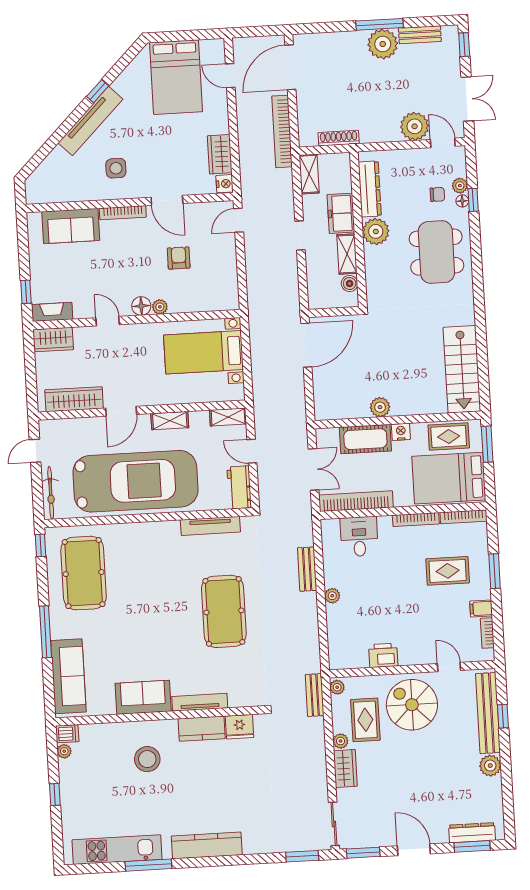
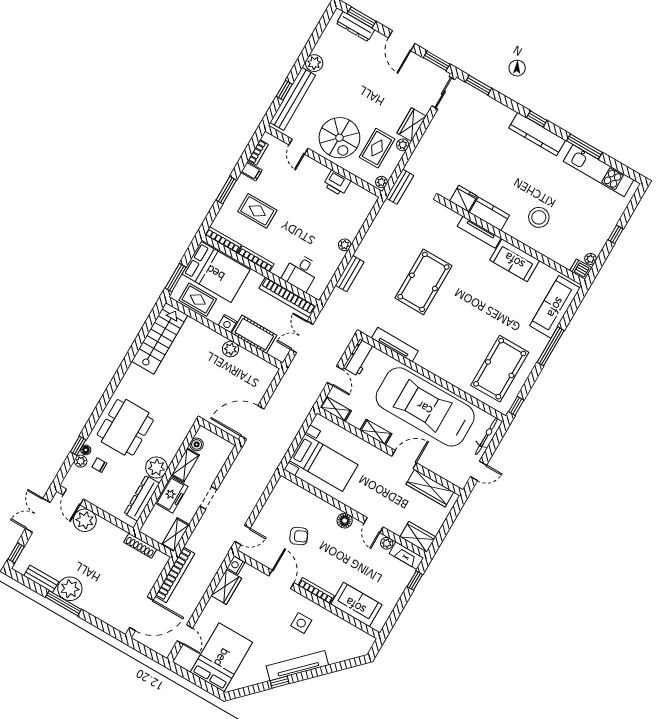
armchair: (179, 258) -> (299, 536), turned -114
plant: (160, 307) -> (387, 543), moved
window: (218, 861) -> (537, 119), added

